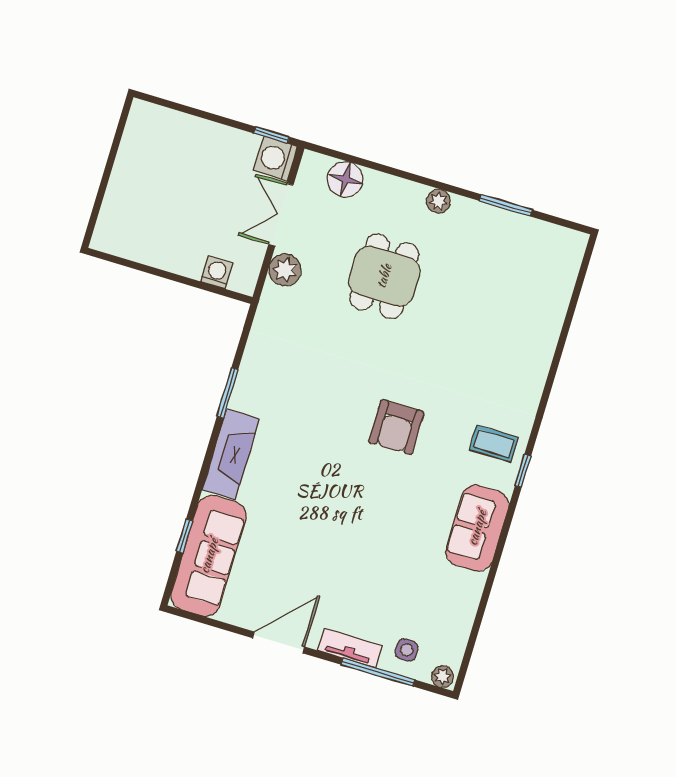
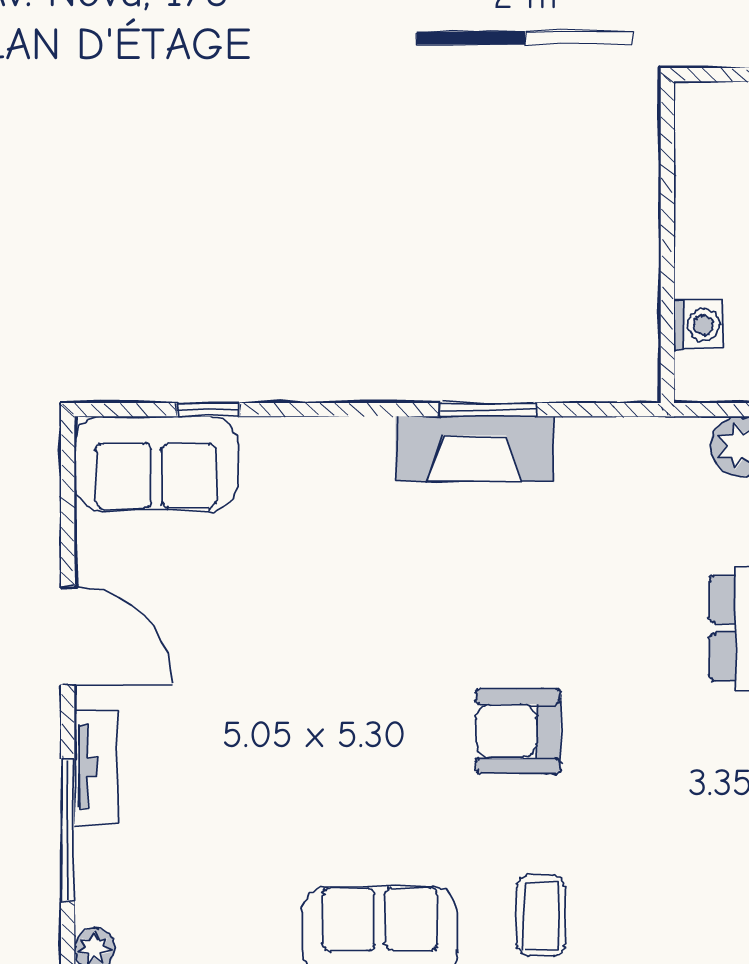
fireplace: (231, 454) -> (475, 449), moved
sofa: (209, 556) -> (156, 463), width x0.73
side table: (407, 650) -> (123, 870), removed

